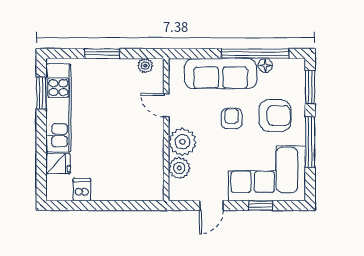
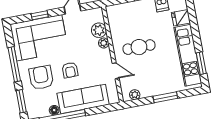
armchair: (275, 116) -> (41, 78), turned 90
cafe table: (126, 133) -> (139, 47), added
plant: (182, 142) -> (104, 43), width x0.53, depth x0.53

